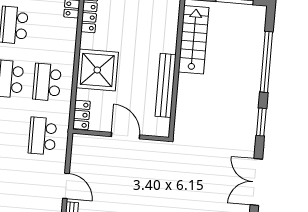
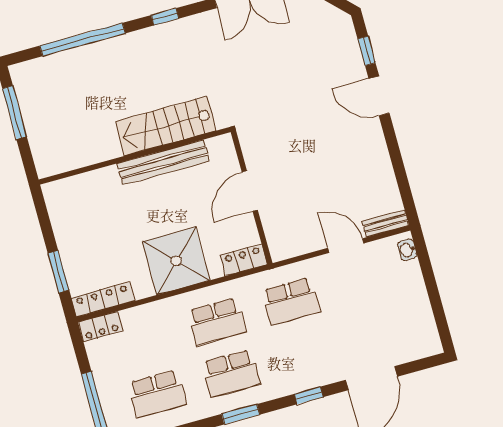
stairs: (194, 40) -> (166, 126), moved
window: (261, 122) -> (165, 17), width x0.67
door: (66, 186) -> (346, 246), hinge flipped

